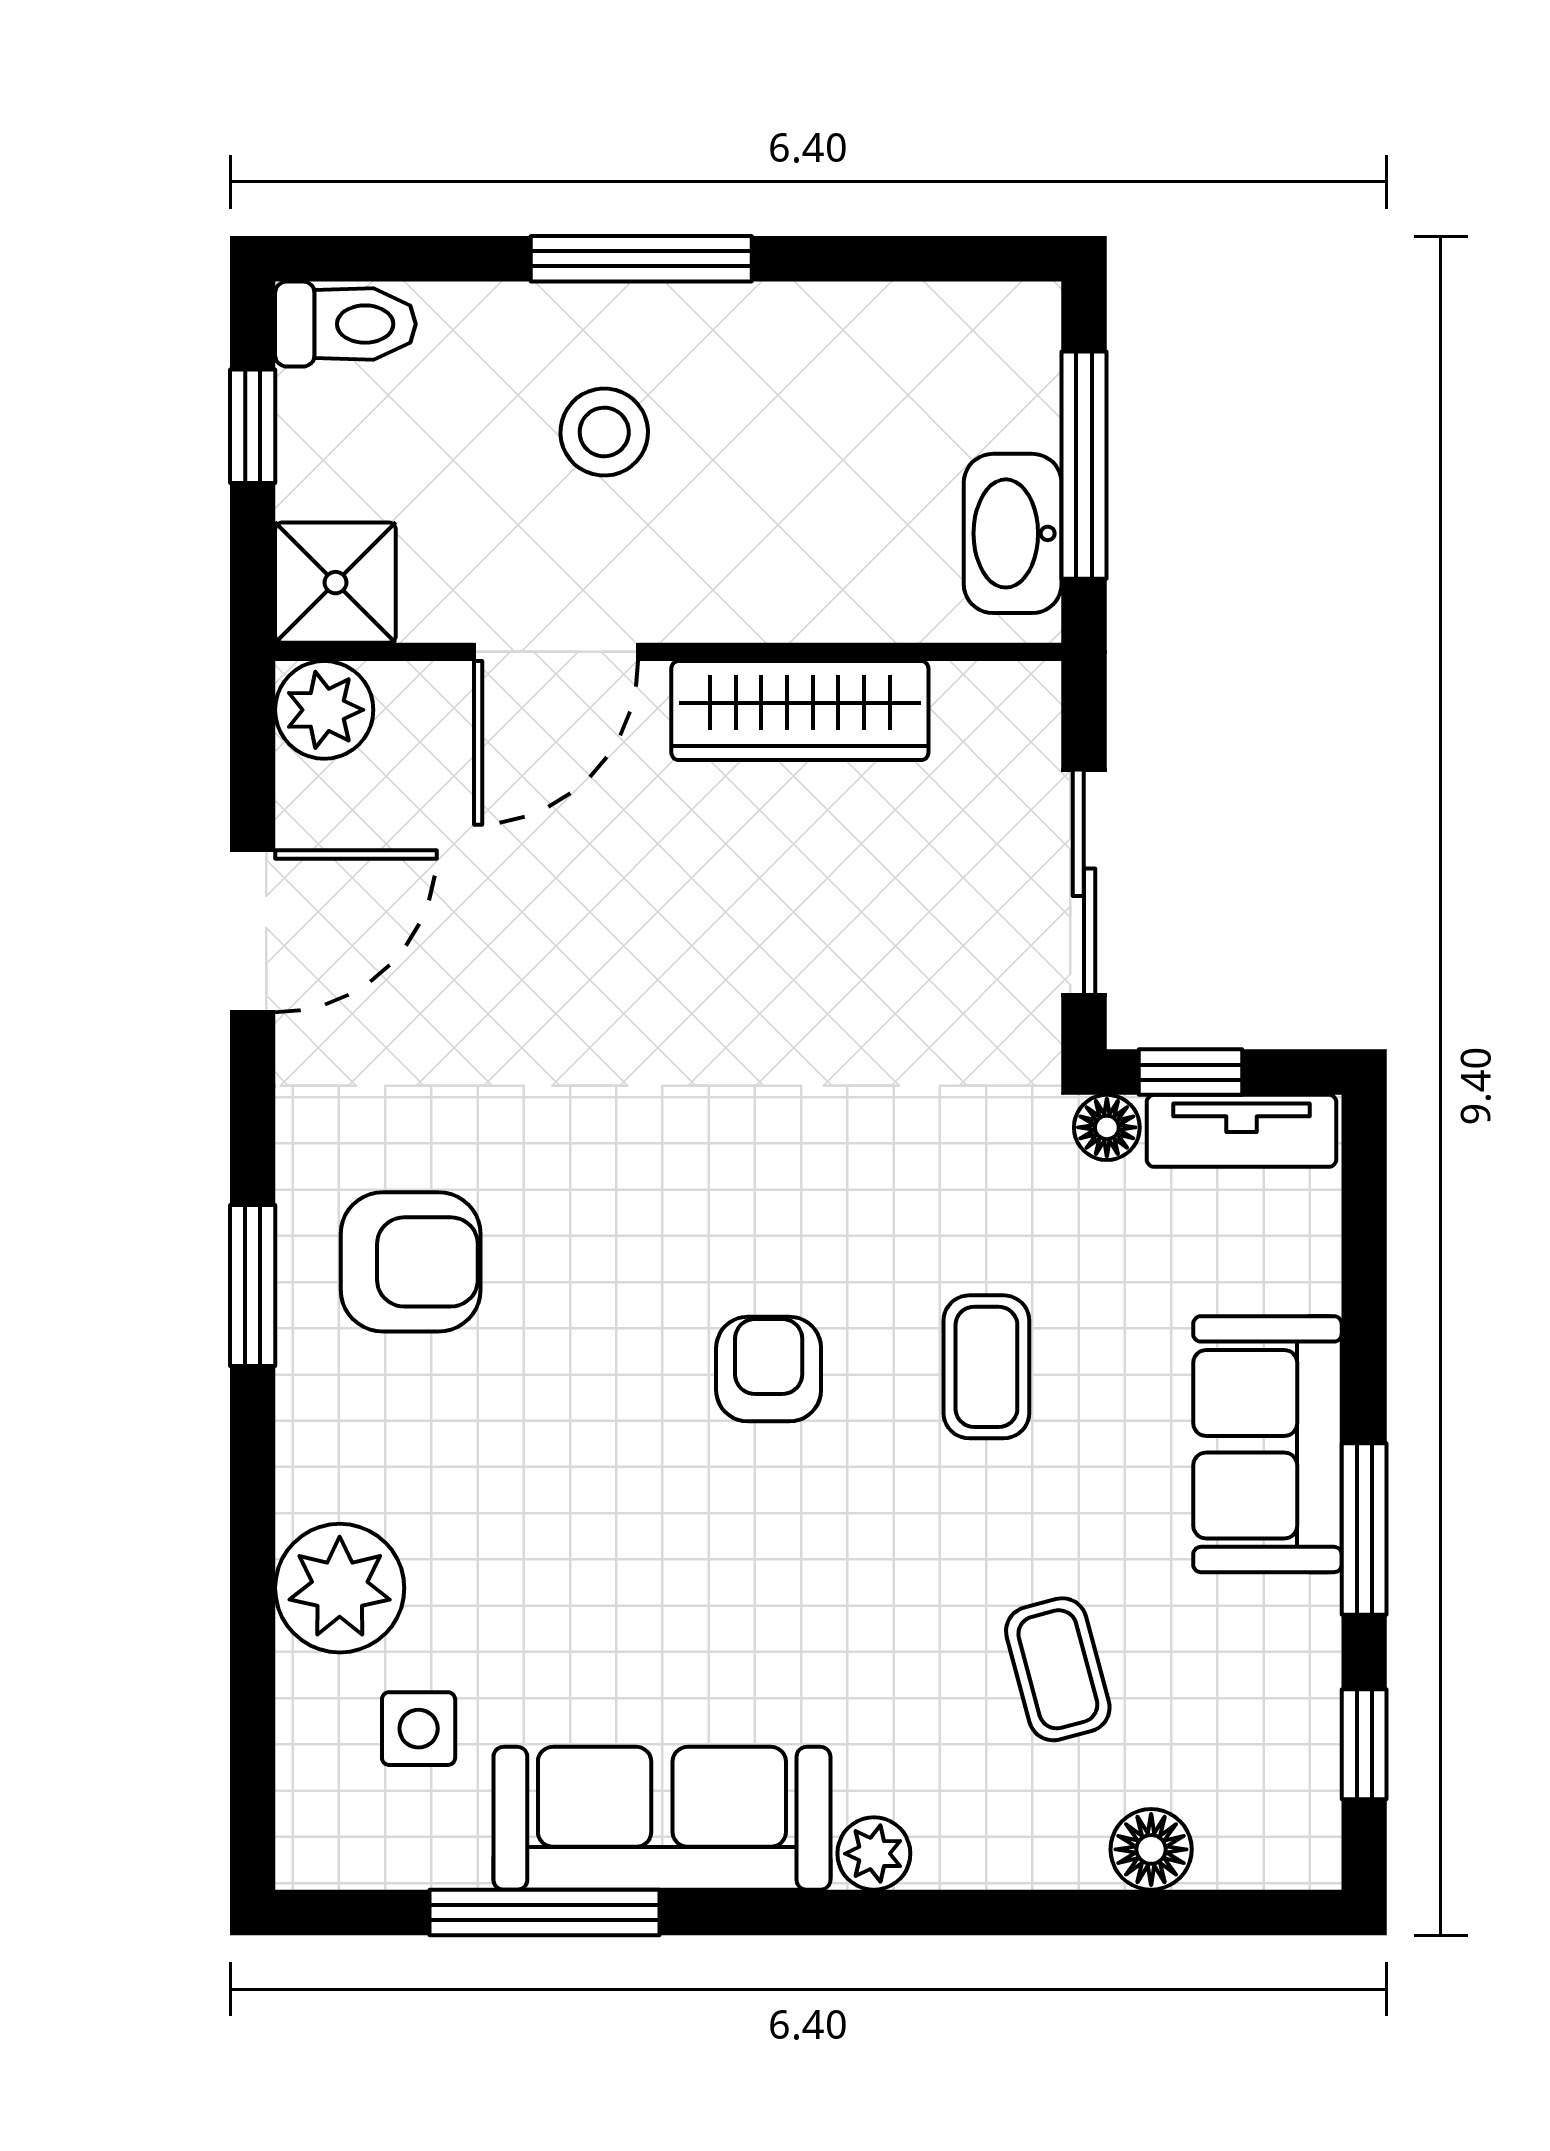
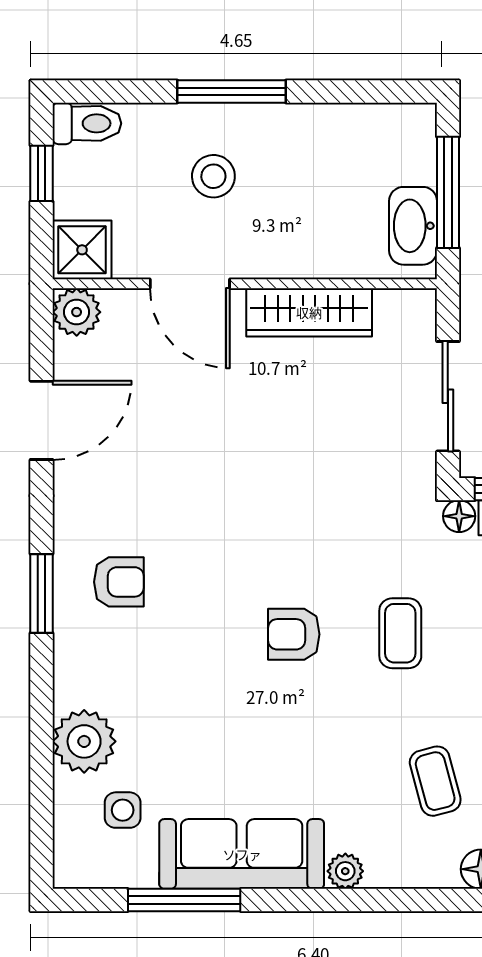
door: (556, 652) -> (190, 284), hinge flipped
armchair: (411, 1262) -> (119, 582), width x0.72, depth x0.72
armchair: (769, 1369) -> (294, 634), turned -90

